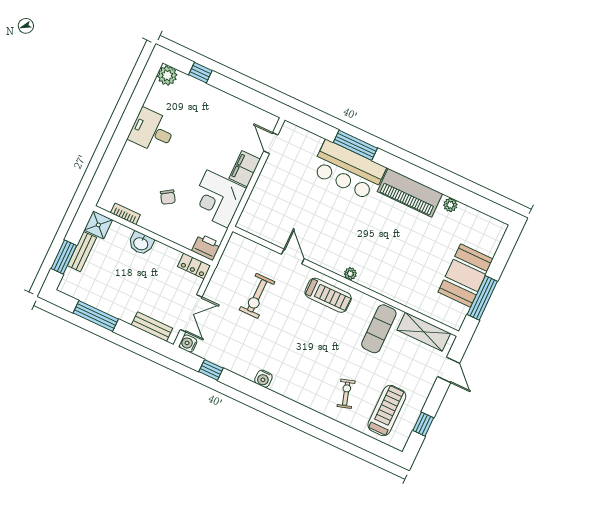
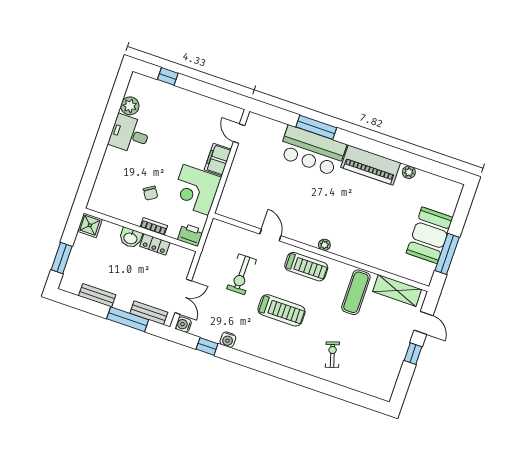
plant: (167, 75) -> (130, 106), moved
bookcase: (125, 214) -> (154, 226), moved
bench: (82, 252) -> (97, 295), moved, turned 90
locker: (194, 266) -> (155, 244), moved
window: (96, 316) -> (128, 319), moved
water cooler: (263, 379) -> (228, 340), moved
treadmill: (387, 410) -> (281, 310), moved, turned 90
window: (423, 424) -> (413, 354), moved

